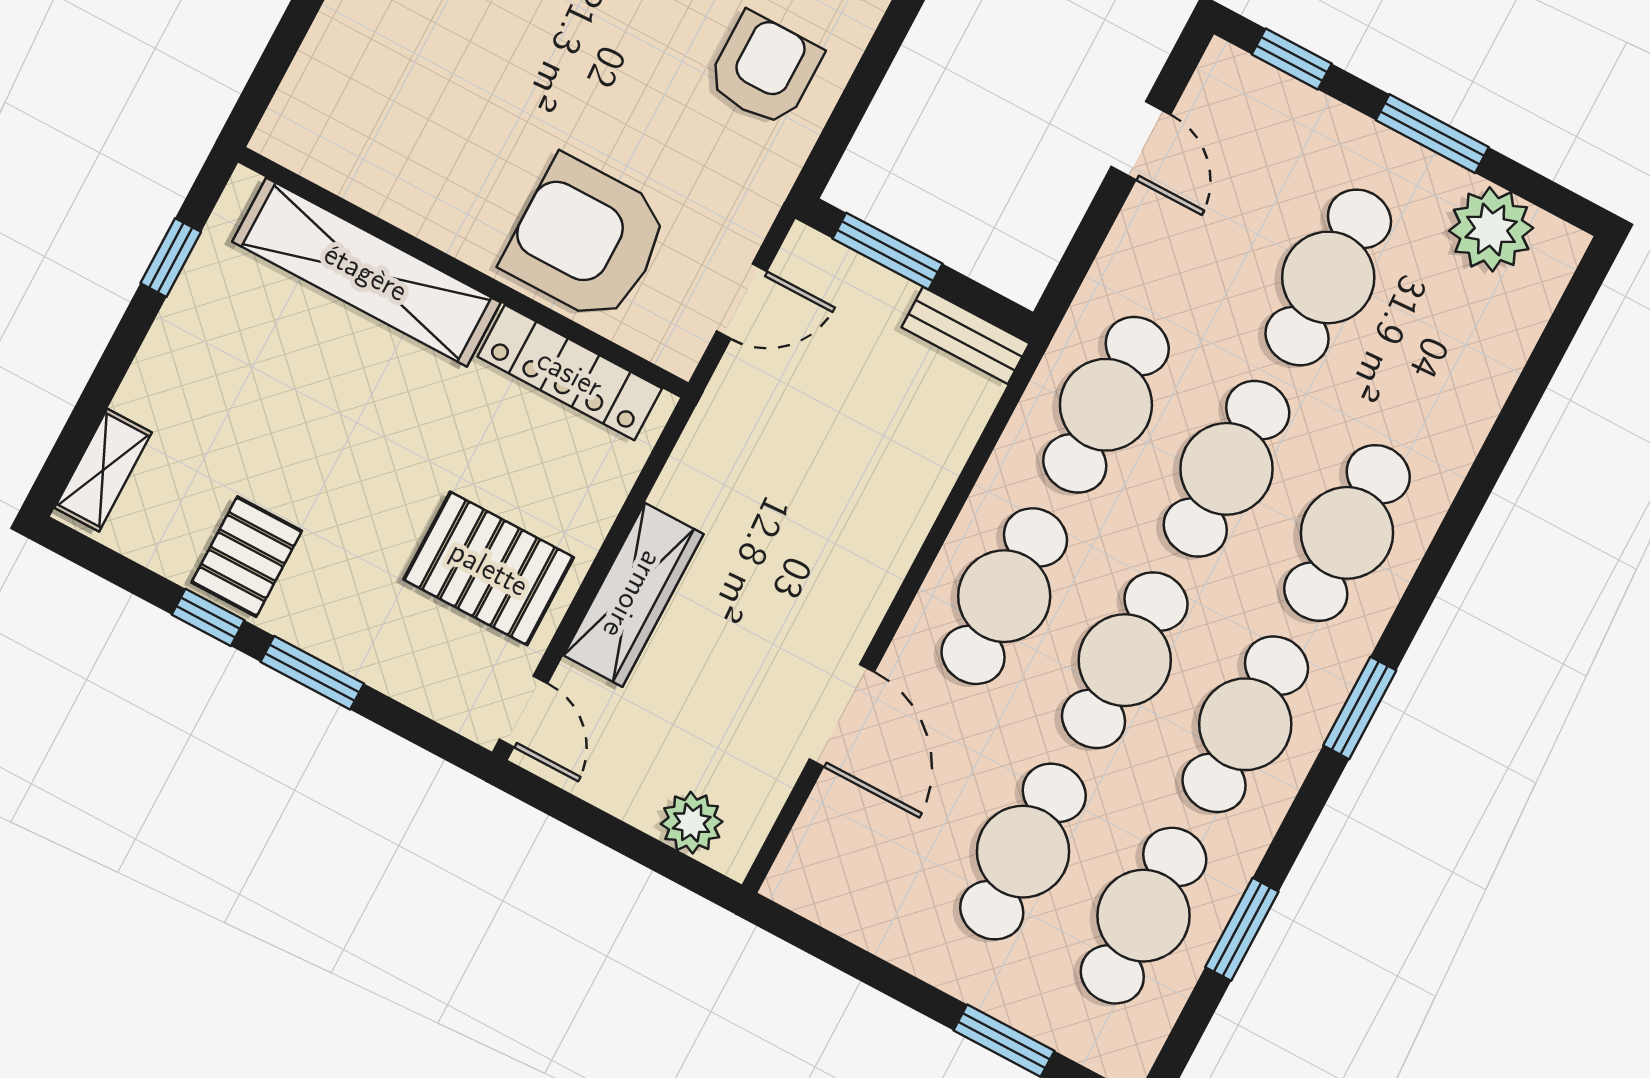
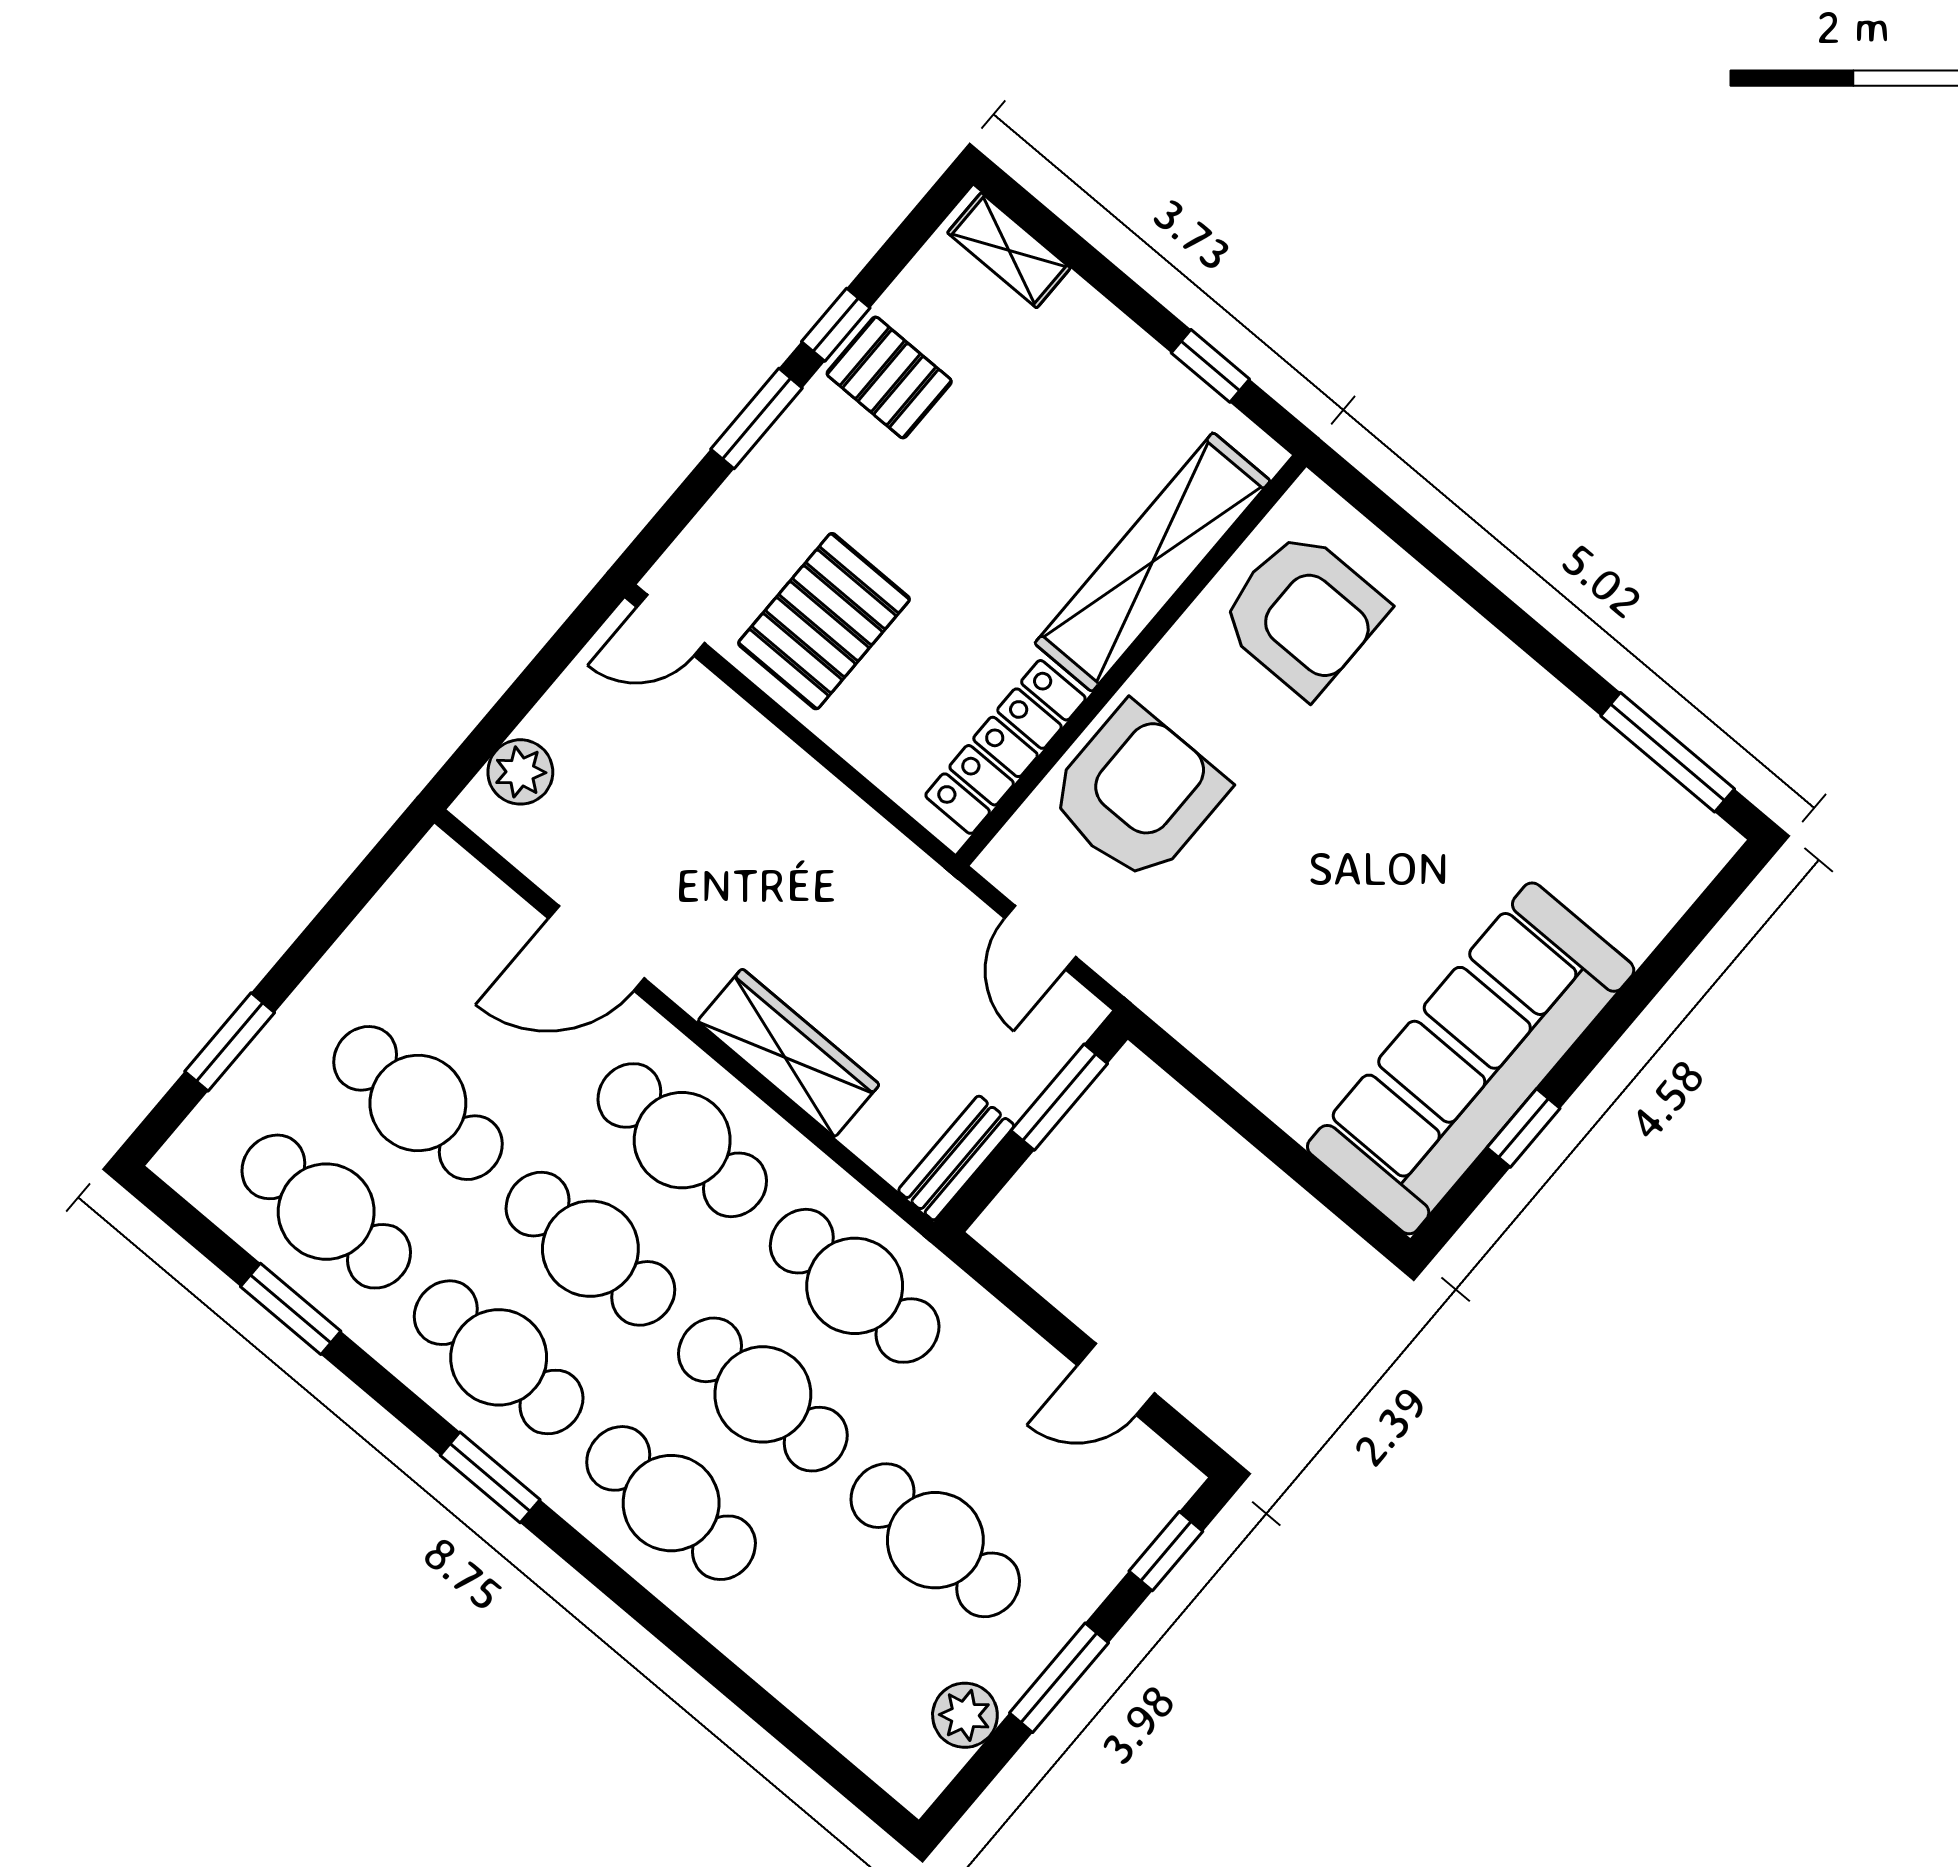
armchair: (765, 69) -> (1303, 614), moved, width x1.36, depth x1.36
plant: (1491, 229) -> (965, 1715), width x0.73, depth x0.73
wardrobe: (633, 595) -> (788, 1053), moved, turned 180

